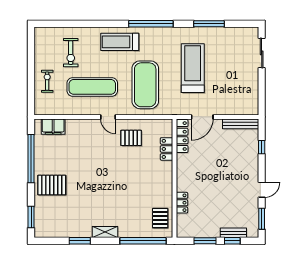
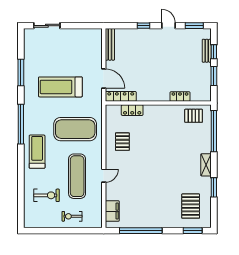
treadmill: (120, 42) -> (37, 152), turned 180
door: (108, 117) -> (104, 176), moved
window: (262, 147) -> (143, 26), moved
pallet: (52, 185) -> (191, 206), moved

